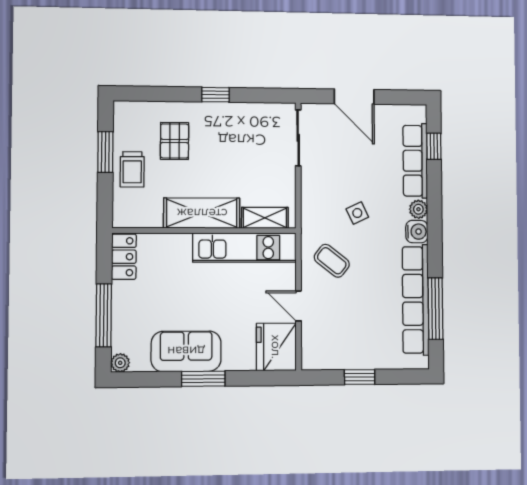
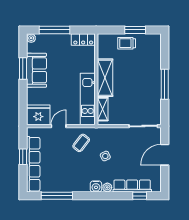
window: (215, 95) -> (165, 84), width x2.17
pallet: (175, 141) -> (141, 64), removed
row of seats: (416, 300) -> (33, 164), moved, turned 90
window: (203, 379) -> (23, 69), moved

